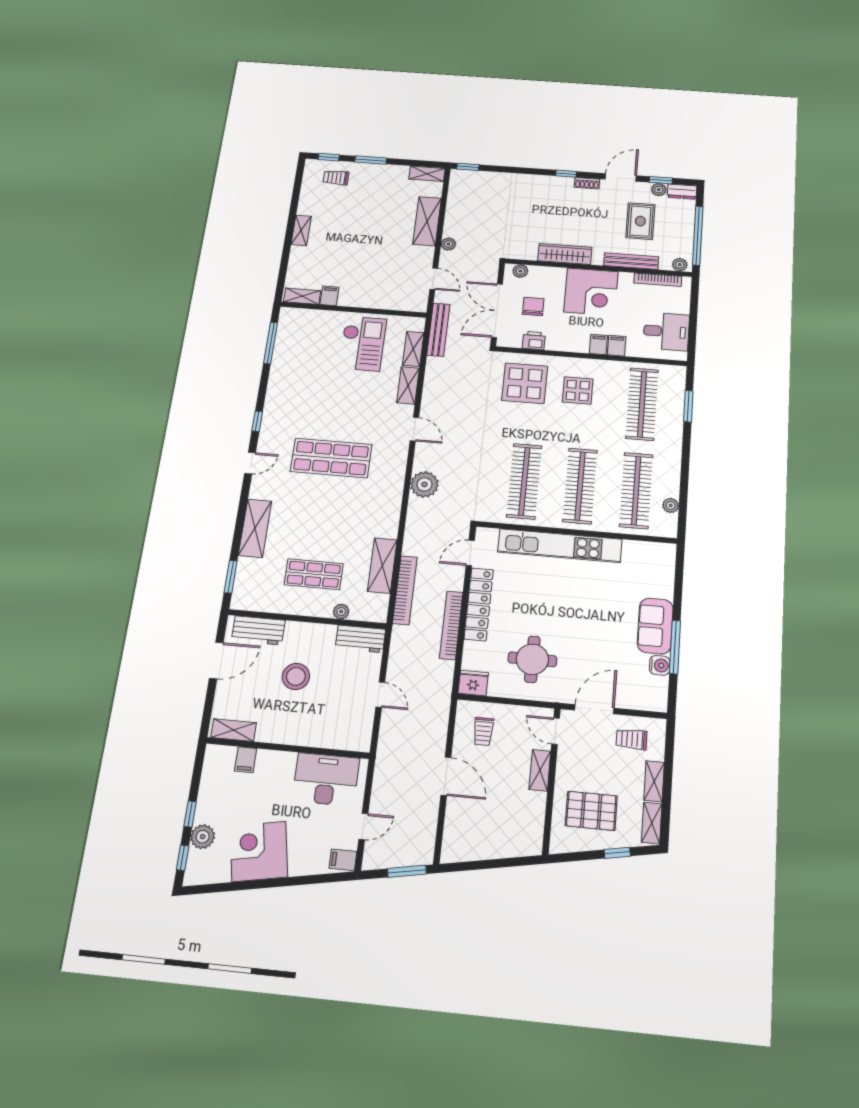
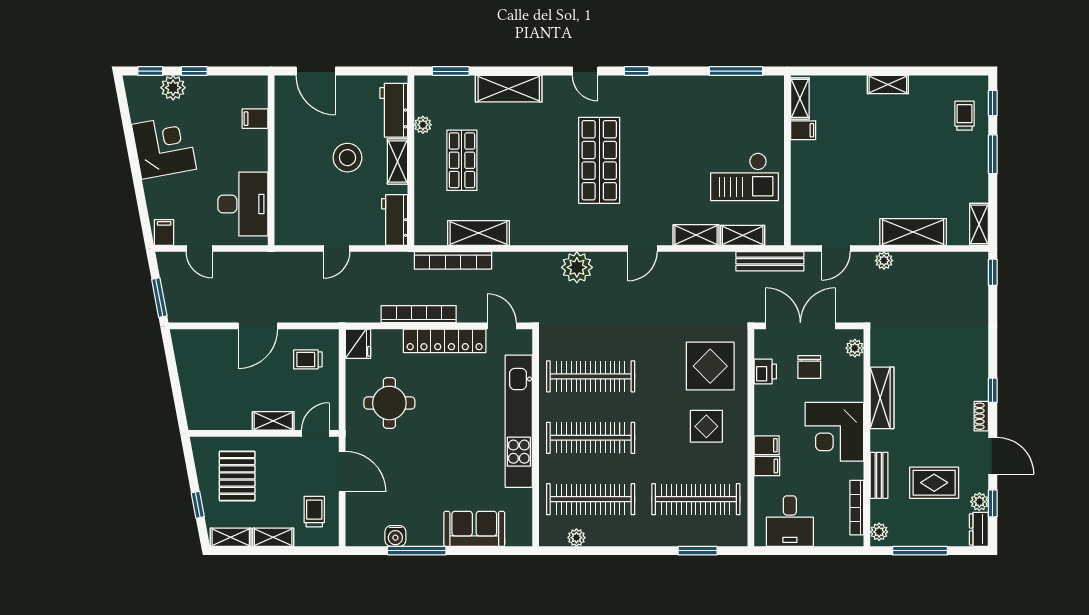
window: (698, 236) -> (920, 551), width x0.68
bench: (631, 261) -> (879, 475), width x0.73
chair: (533, 307) -> (809, 367), turned 90
plant: (341, 612) -> (423, 125), moved
sofa: (655, 626) -> (474, 529), moved
door: (216, 660) -> (316, 71), moved
shelving: (234, 730) -> (398, 161), moved

